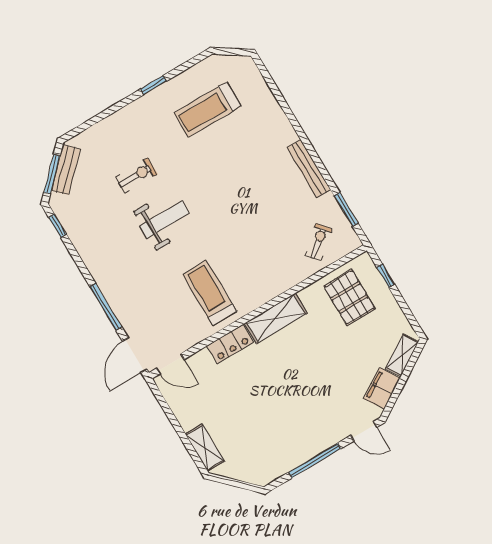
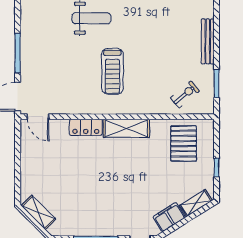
window: (386, 276) -> (216, 168), moved
treadmill: (210, 293) -> (112, 71), moved, turned 180
shelving: (205, 448) -> (38, 212), moved, turned -45

